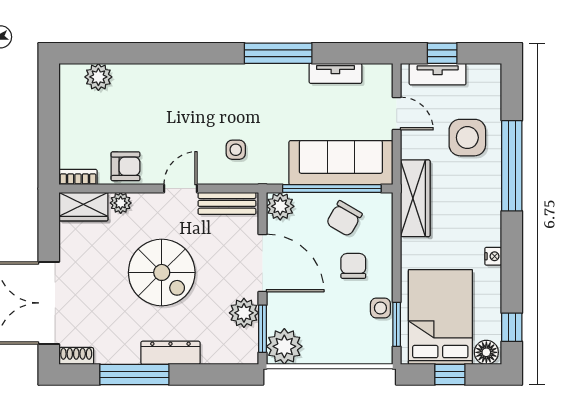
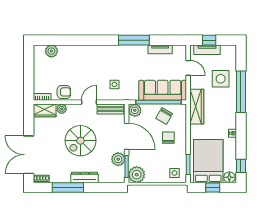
spiral stairs: (162, 272) -> (80, 141), turned 90
side table: (380, 308) -> (174, 173), moved

